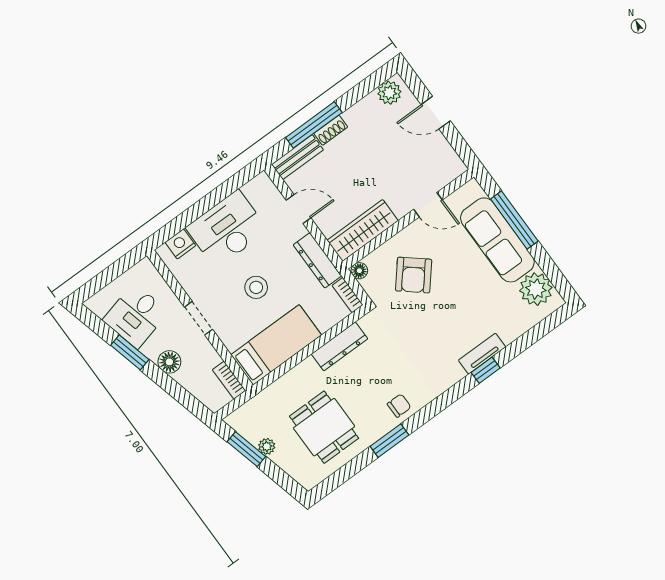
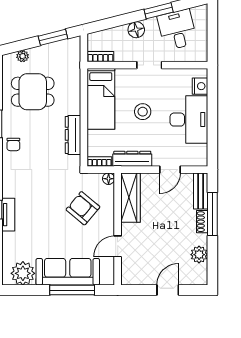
plant: (389, 93) -> (199, 255), moved
plant: (267, 446) -> (23, 56), moved

